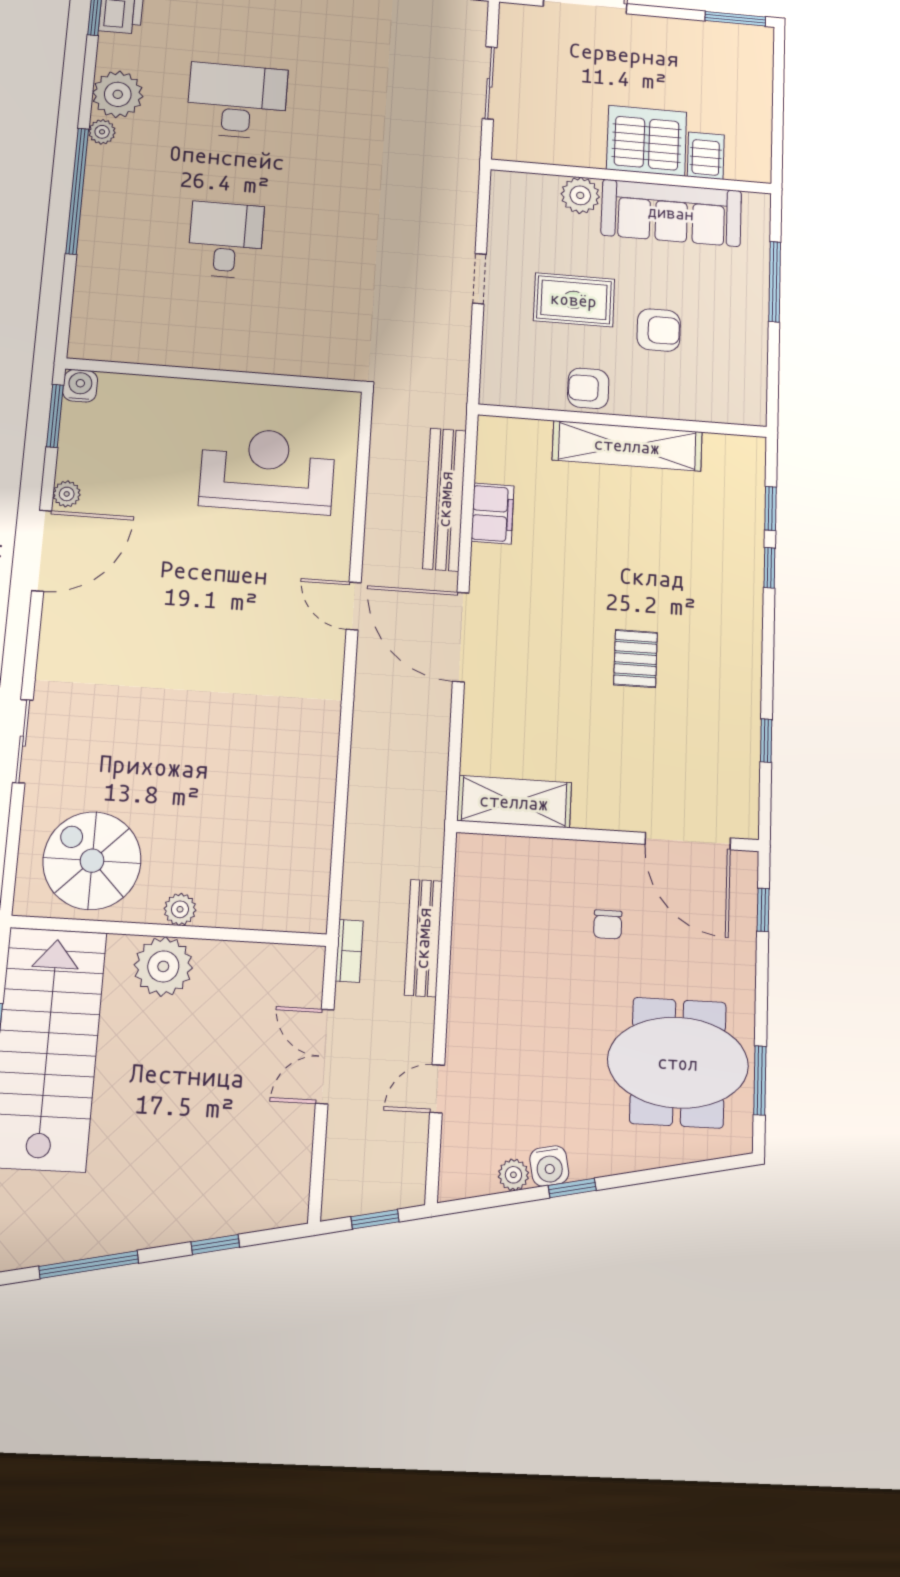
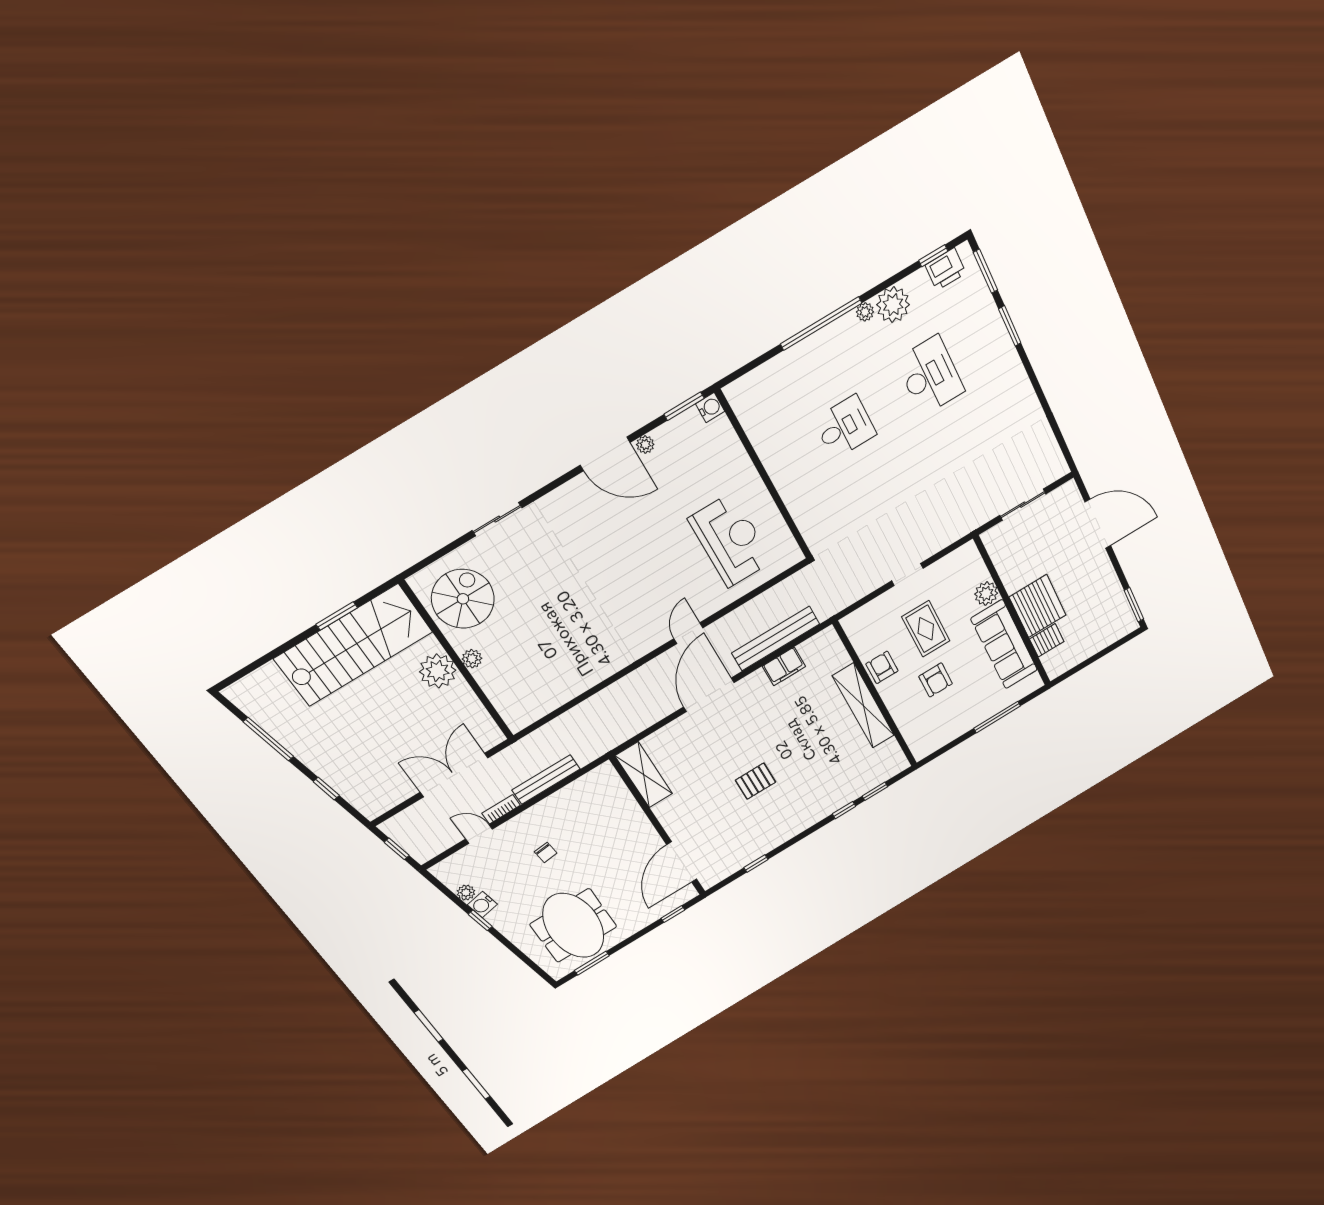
chair: (608, 924) -> (546, 852), moved, turned -96
bookcase: (349, 951) -> (501, 809), moved, turned 180
double door: (325, 1056) -> (454, 775), width x1.37

